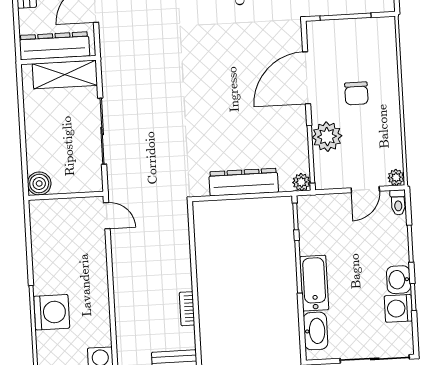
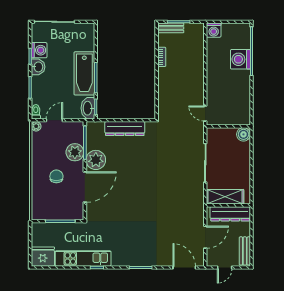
plant: (301, 182) -> (96, 160), moved, width x1.88, depth x1.88
bathtub: (314, 283) -> (84, 73), width x1.36, depth x1.36
washbasin: (315, 331) -> (88, 108), moved

